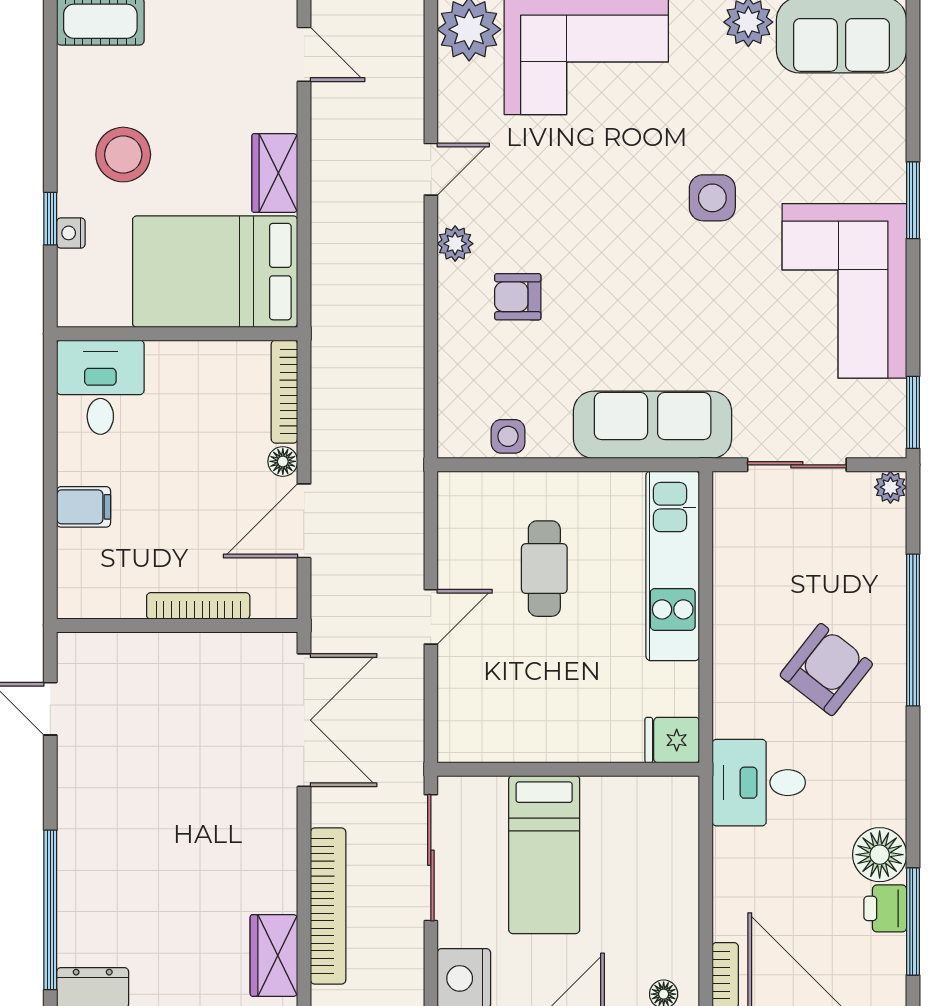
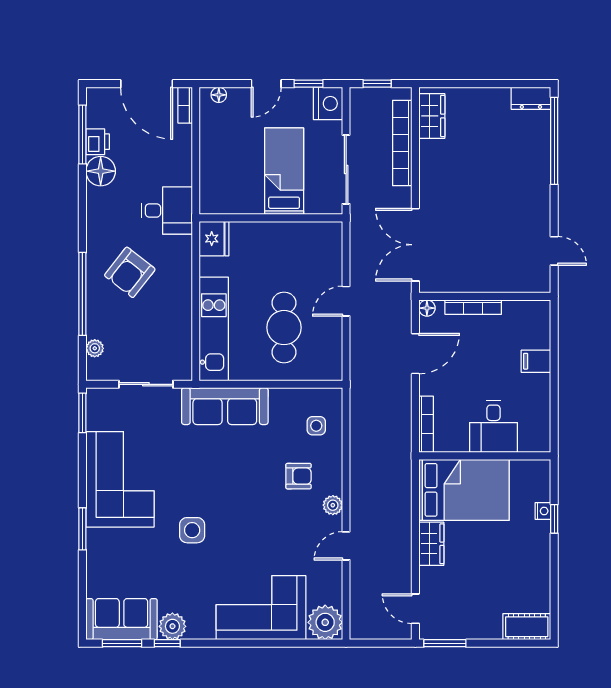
stool: (123, 155) -> (514, 554), removed
desk: (100, 387) -> (493, 427), moved
side table: (508, 436) -> (316, 426), moved
floor lamp: (283, 461) -> (427, 308), moved
plant: (890, 487) -> (95, 348), moved
cafe table: (544, 569) -> (284, 328), width x1.37, depth x1.35
fridge: (672, 740) -> (214, 239), width x1.38

